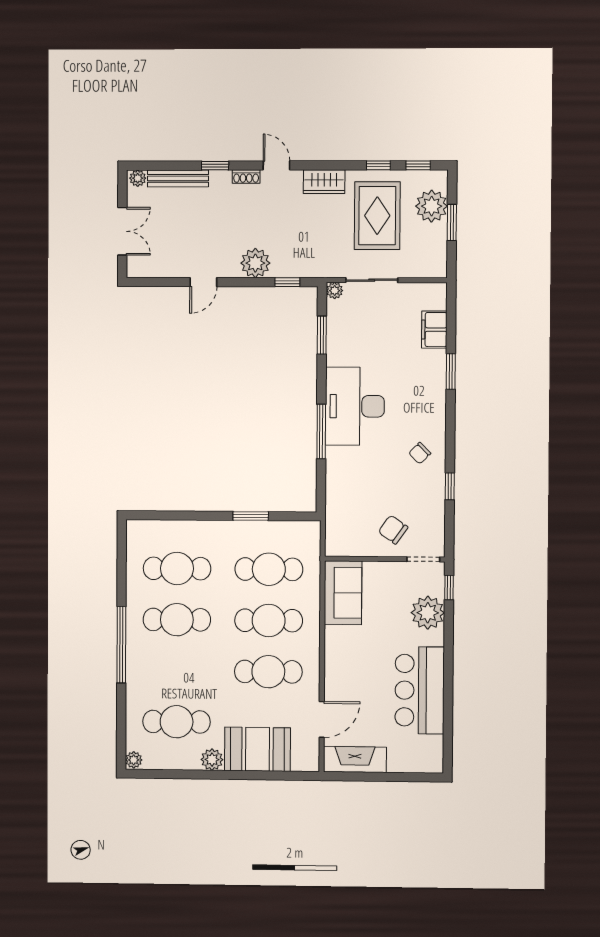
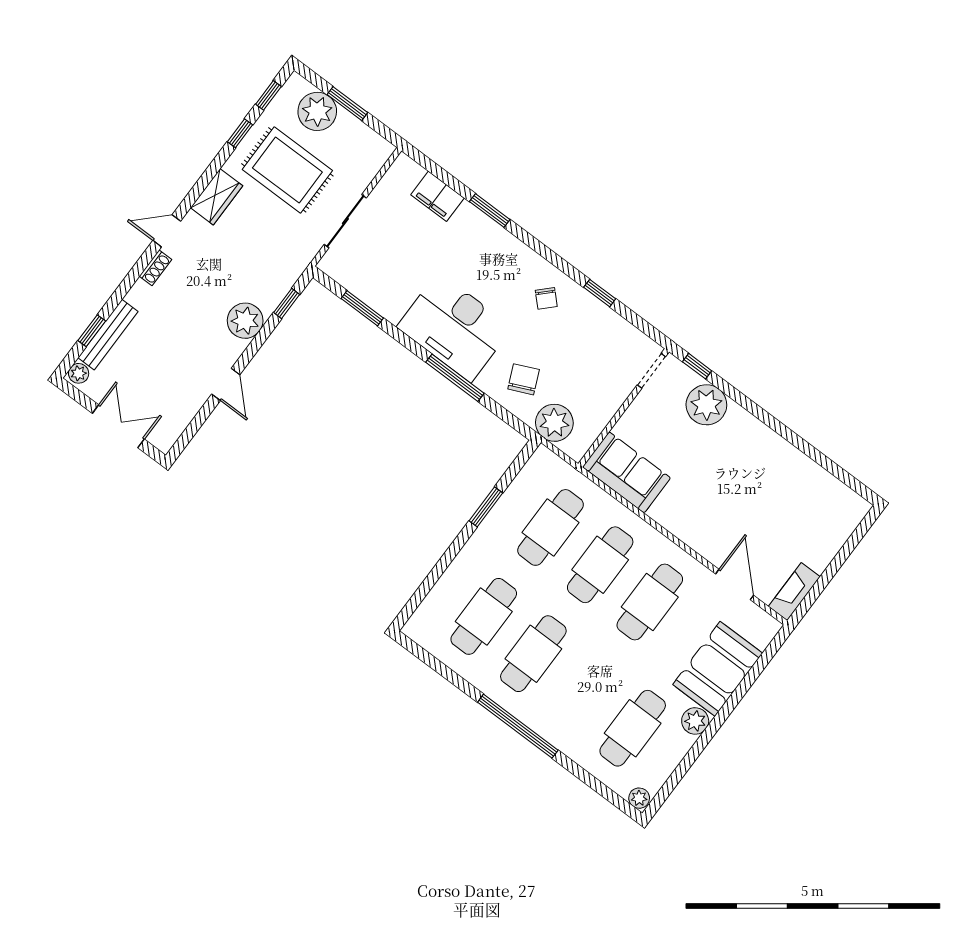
window: (215, 166) -> (92, 331), moved
plant: (335, 291) -> (554, 423), moved, width x1.87, depth x1.87
chair: (393, 530) -> (524, 379), moved, turned 121
bar counter: (420, 690) -> (776, 468), removed
fireplace: (355, 760) -> (794, 592), width x0.73, depth x0.76

